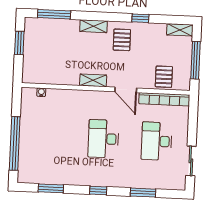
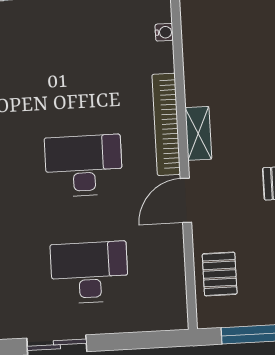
pallet: (164, 77) -> (220, 274), turned 90
bookcase: (164, 99) -> (166, 124), moved

